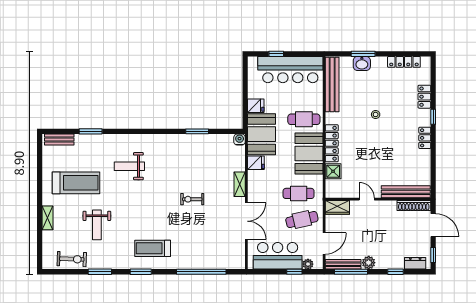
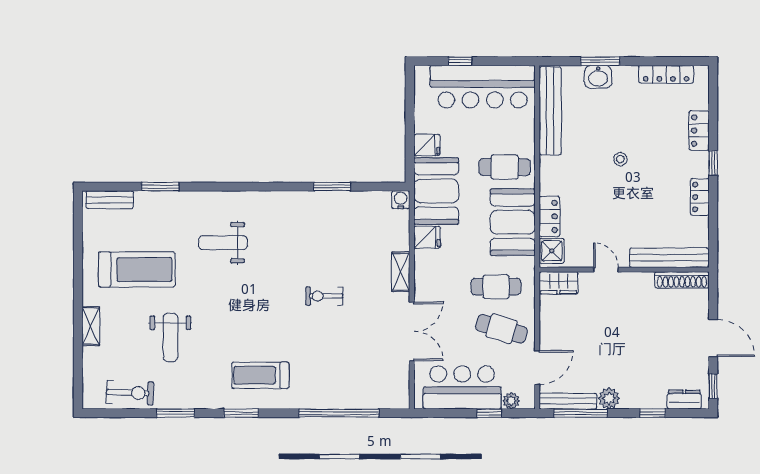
locker: (332, 143) -> (549, 216), width x0.66
bench: (406, 192) -> (669, 258), moved
door: (367, 199) -> (606, 270), moved
wall: (378, 199) -> (624, 270), moved
shoe rack: (414, 206) -> (682, 280), moved
wardrobe: (337, 207) -> (559, 283), moved
cafe table: (302, 220) -> (501, 329), turned 30

